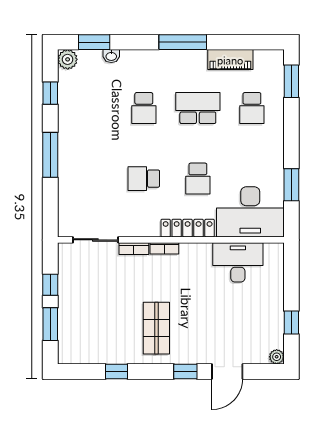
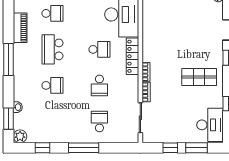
school desk: (90, 179) -> (99, 121), added
desk: (238, 262) -> (210, 125), moved, turned 180

